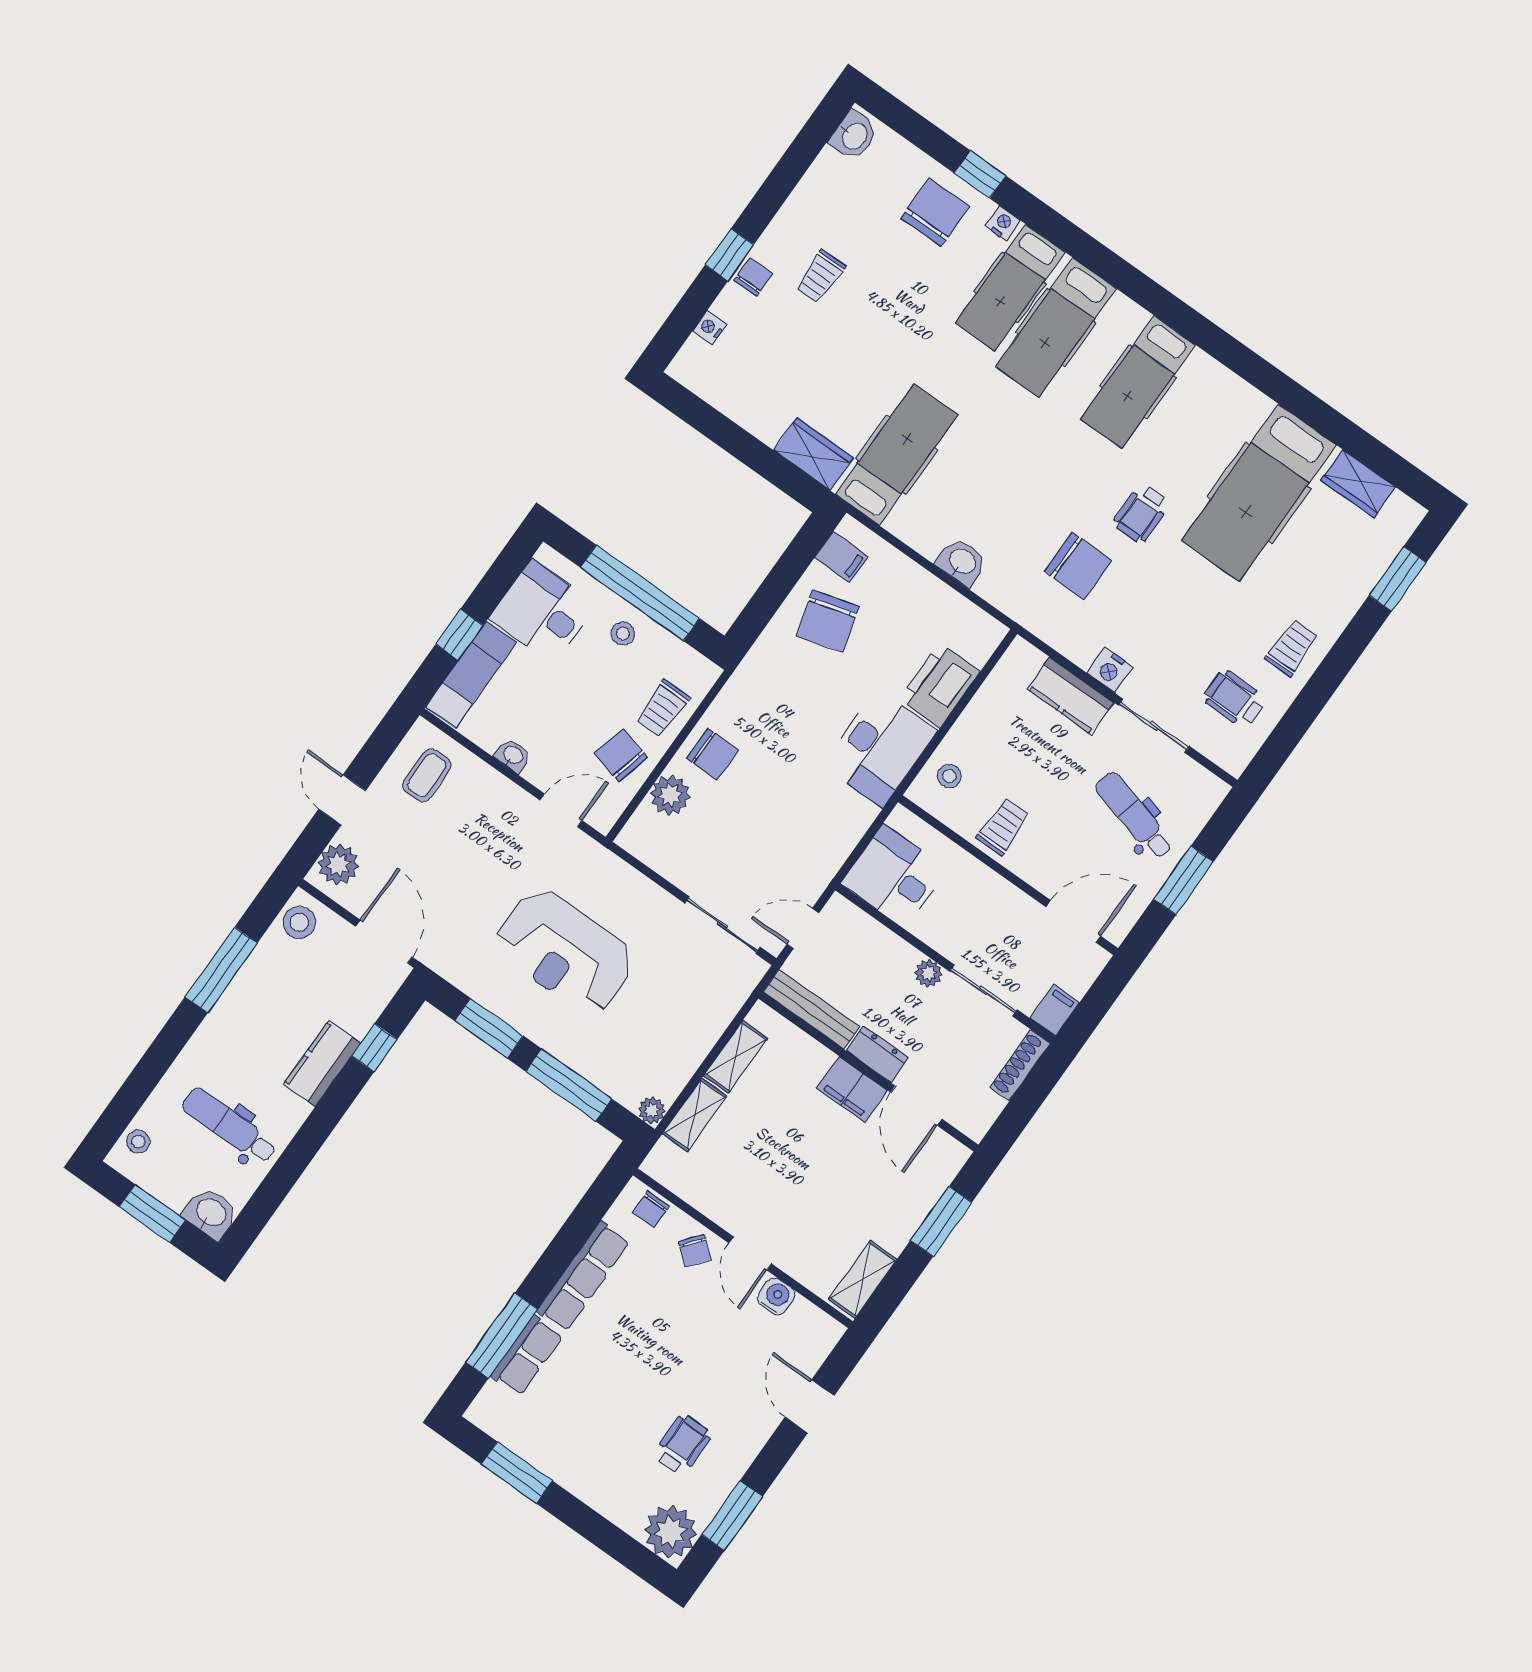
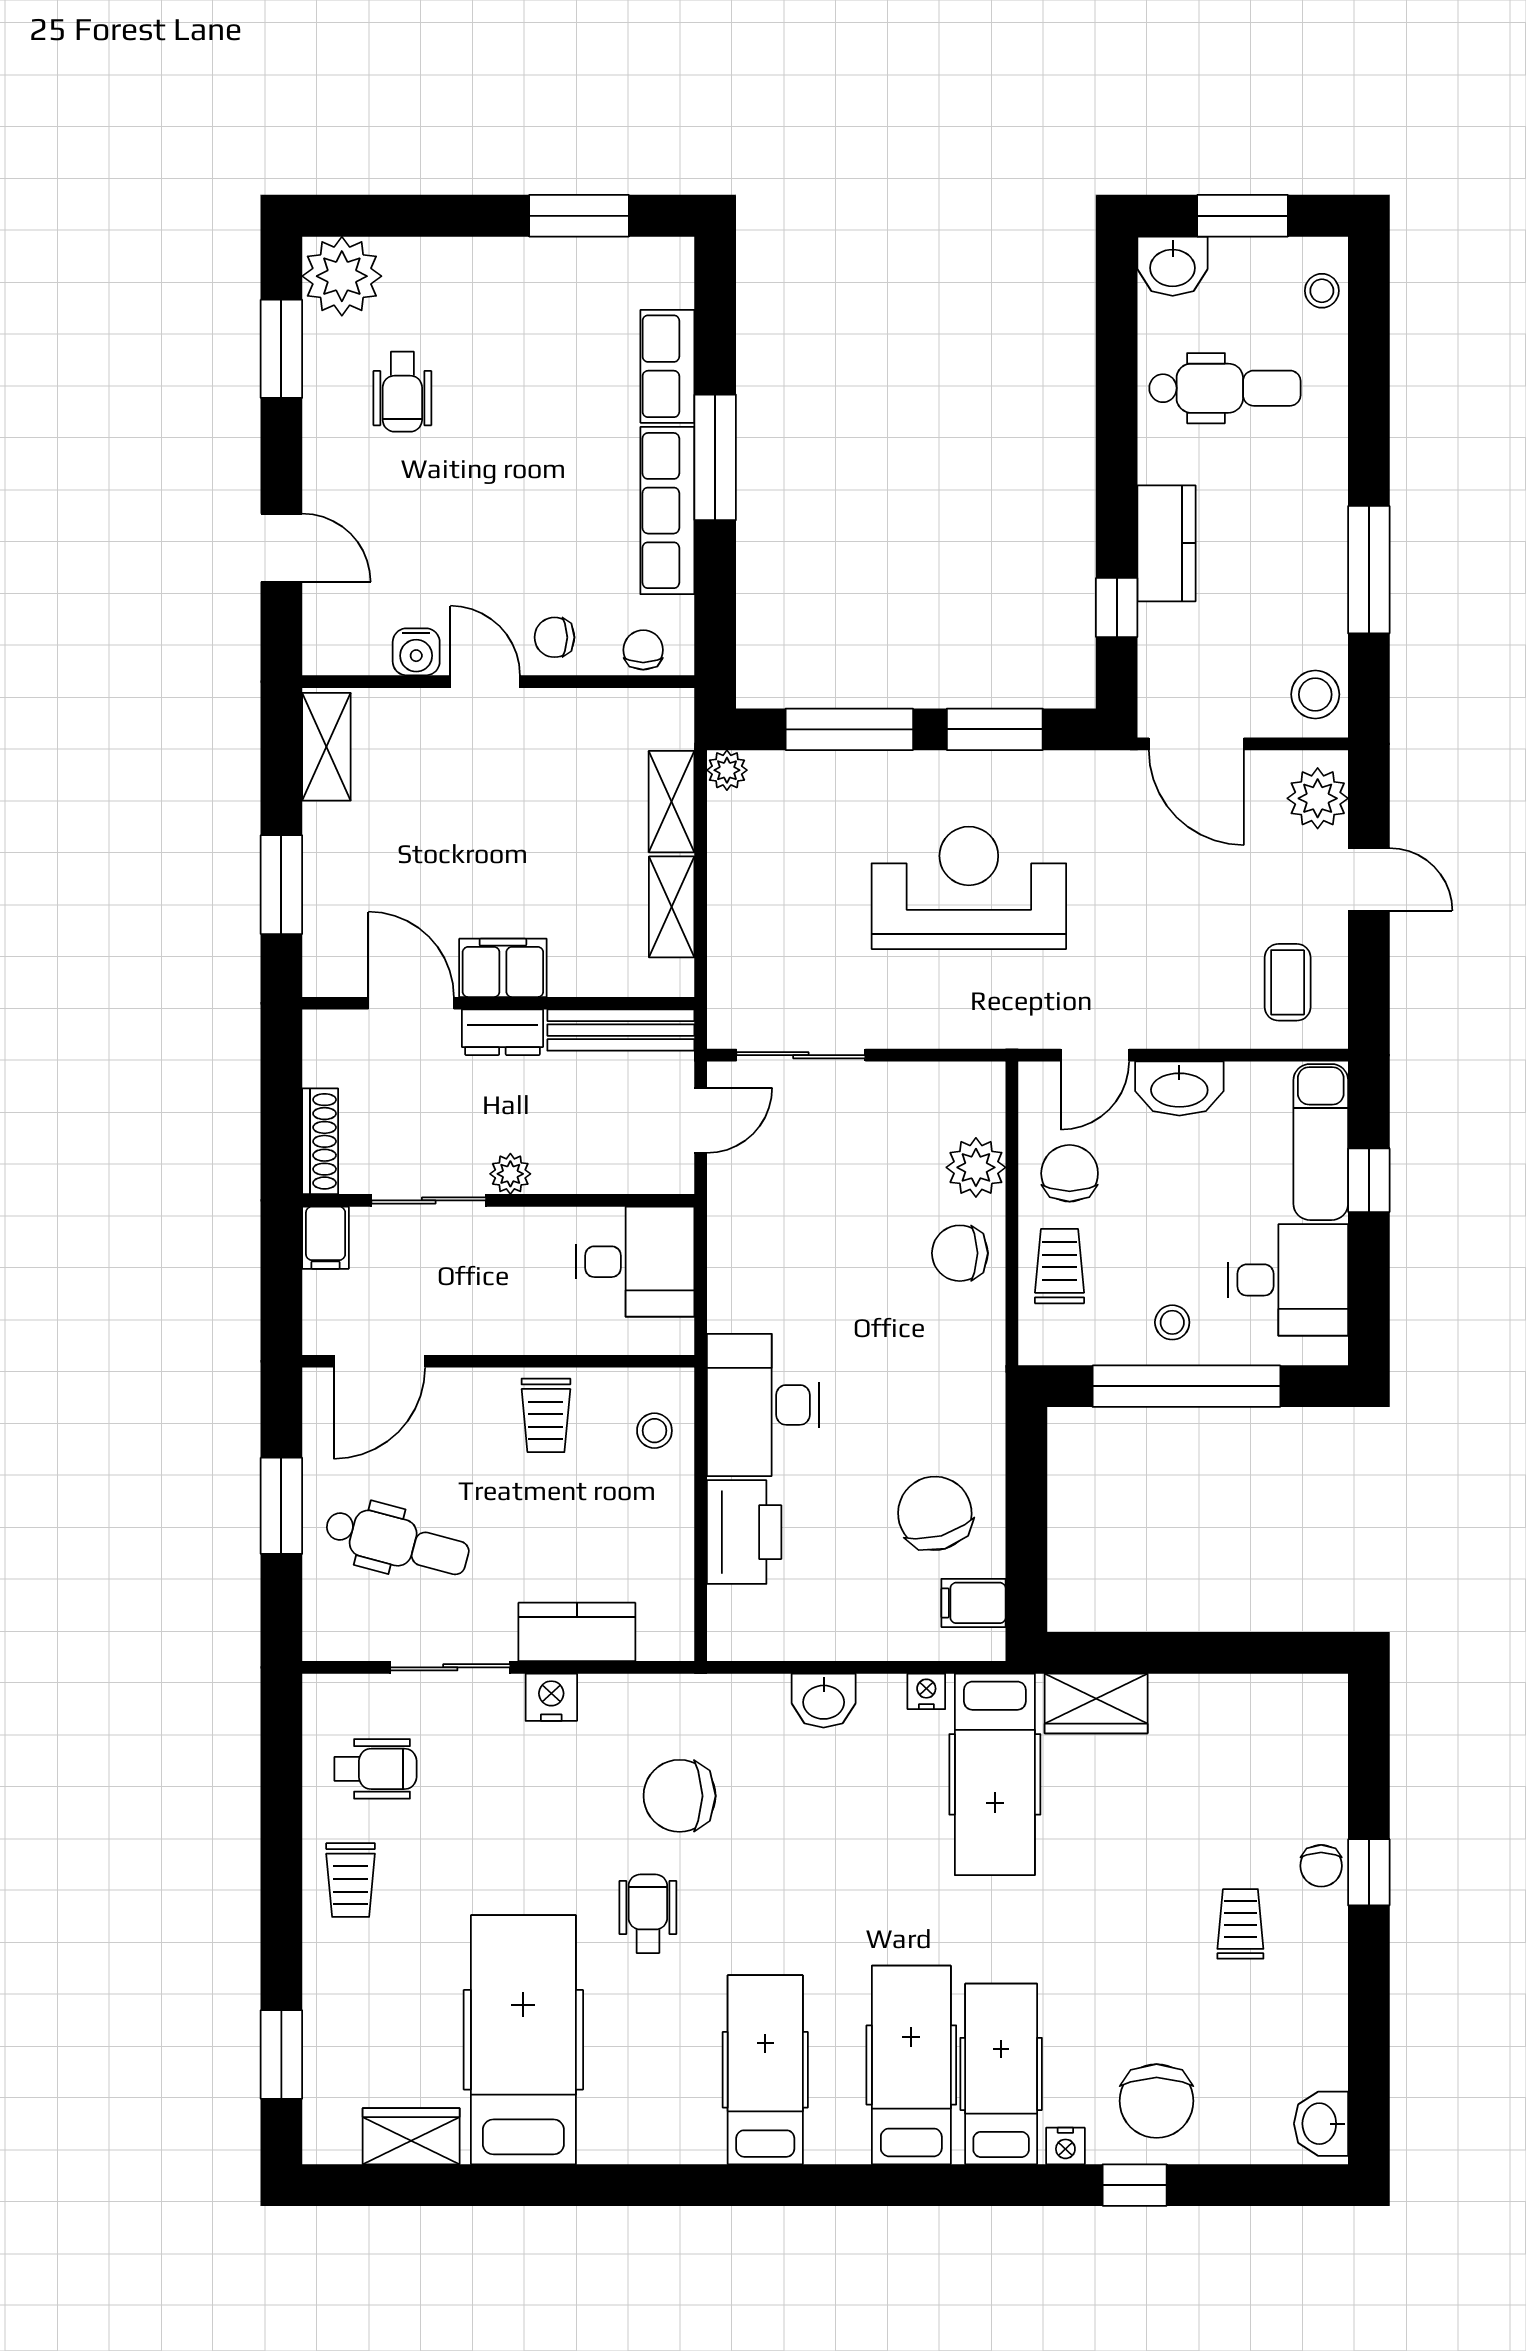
nightstand: (710, 328) -> (926, 1691), moved, turned -90
washbasin: (513, 755) -> (1179, 1088), width x1.91, depth x1.45
chair: (621, 755) -> (1070, 1173), turned -104
chair: (695, 1251) -> (555, 637), turned -39
window: (502, 1335) -> (715, 457), moved

